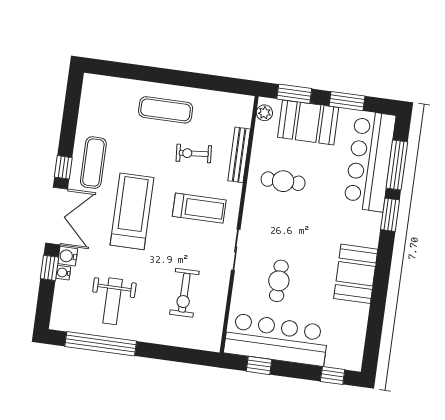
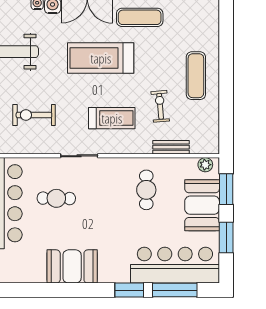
bench: (239, 155) -> (171, 147), width x0.73
treadmill: (199, 208) -> (112, 118), turned -90
treadmill: (132, 211) -> (101, 58), turned 180

